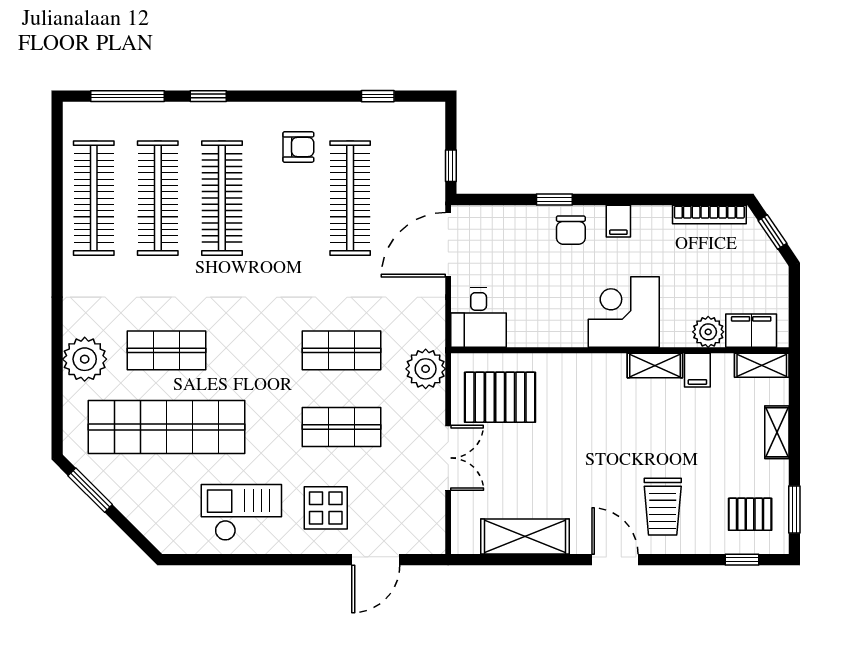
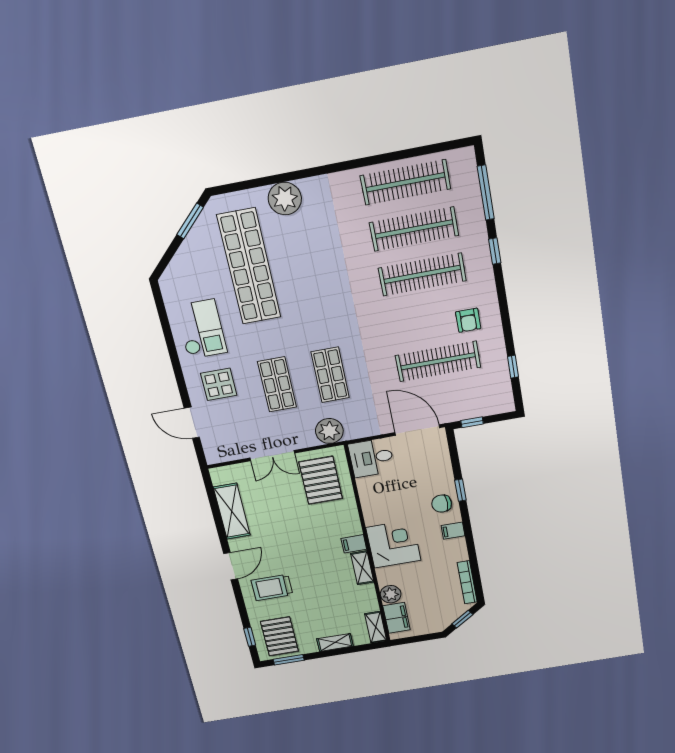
shop shelf: (167, 350) -> (304, 256), removed
filing cabinet: (697, 370) -> (354, 544), moved
pallet: (750, 514) -> (279, 636), width x1.50, depth x1.42

